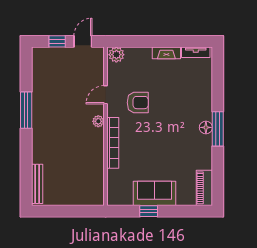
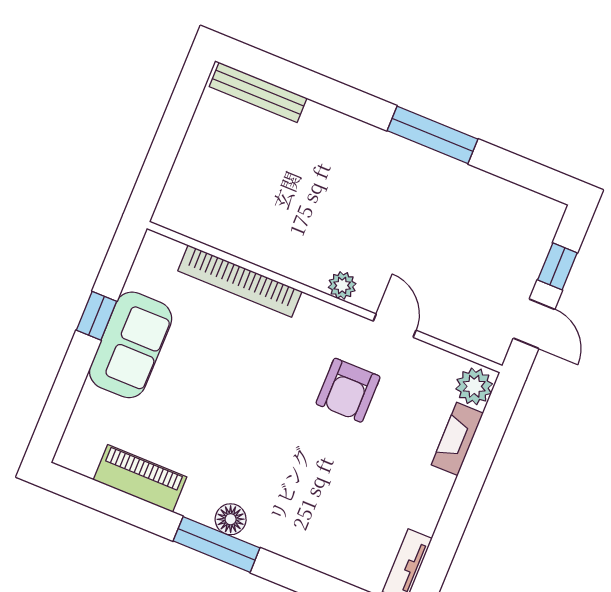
fireplace: (166, 53) -> (457, 439), moved
bookcase: (113, 143) -> (240, 281), moved
piano: (204, 188) -> (140, 478), moved

